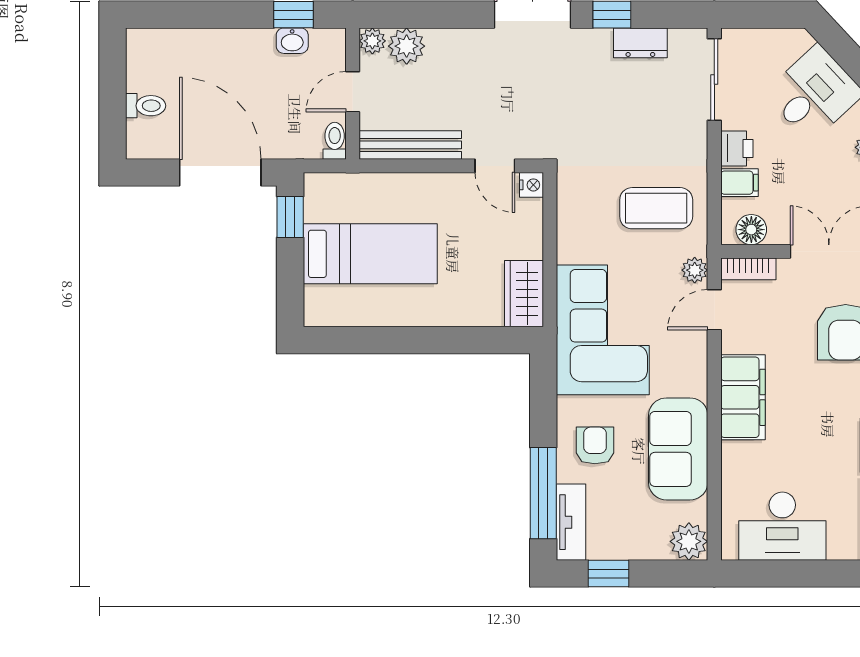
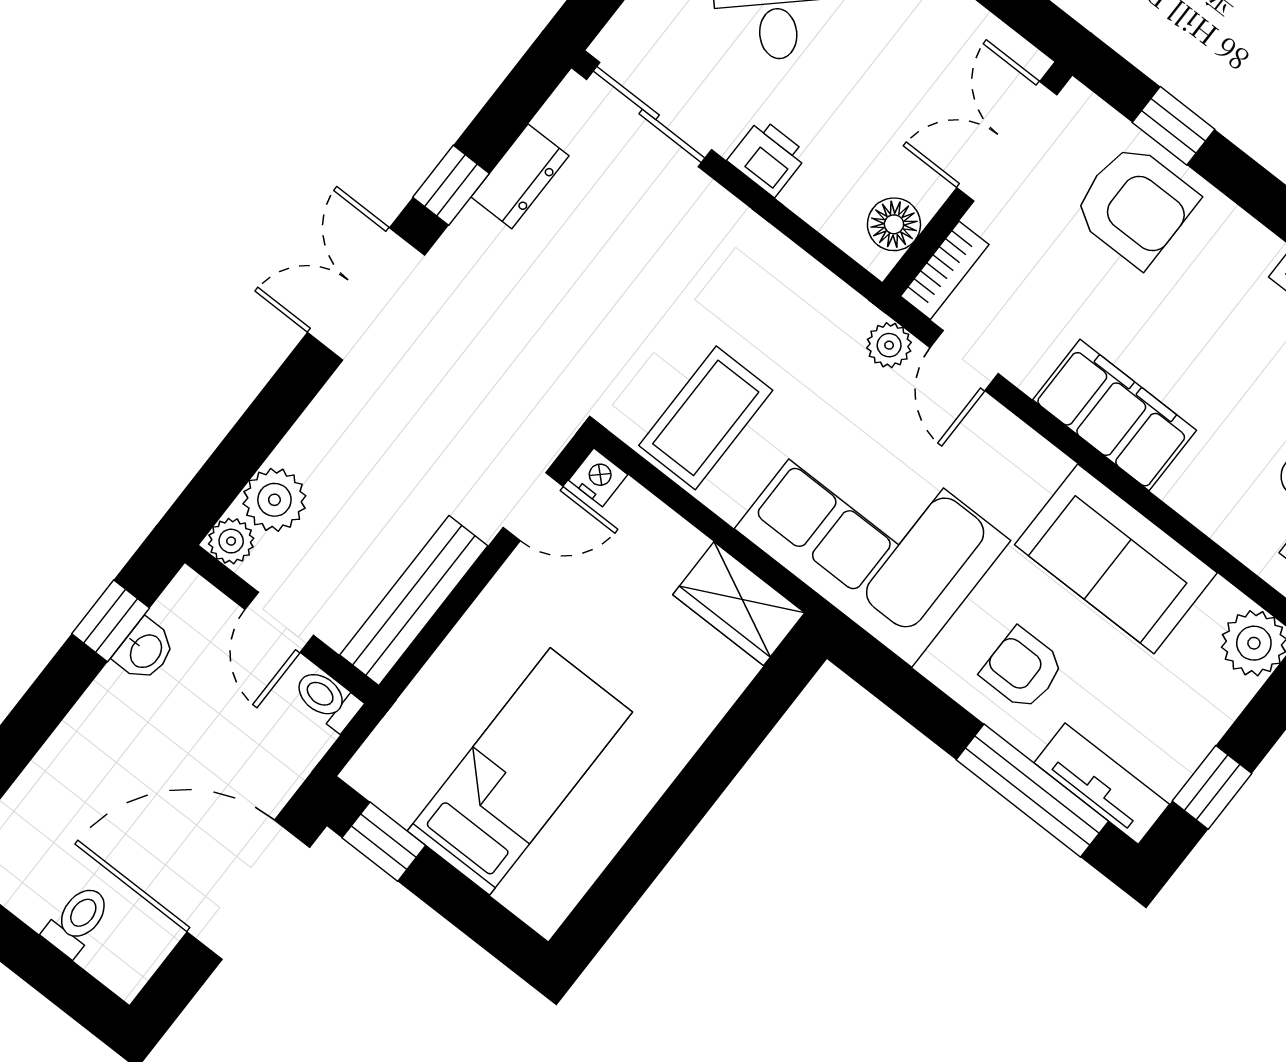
filing cabinet: (739, 183) -> (817, 190), removed
coffee table: (656, 208) -> (706, 418), moved

